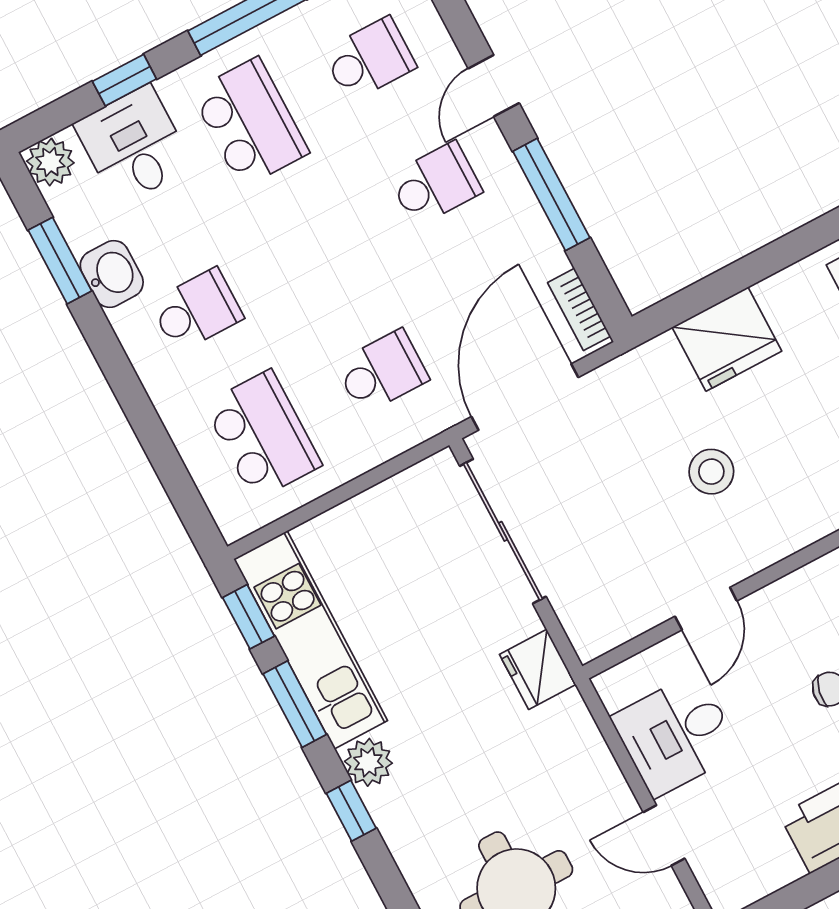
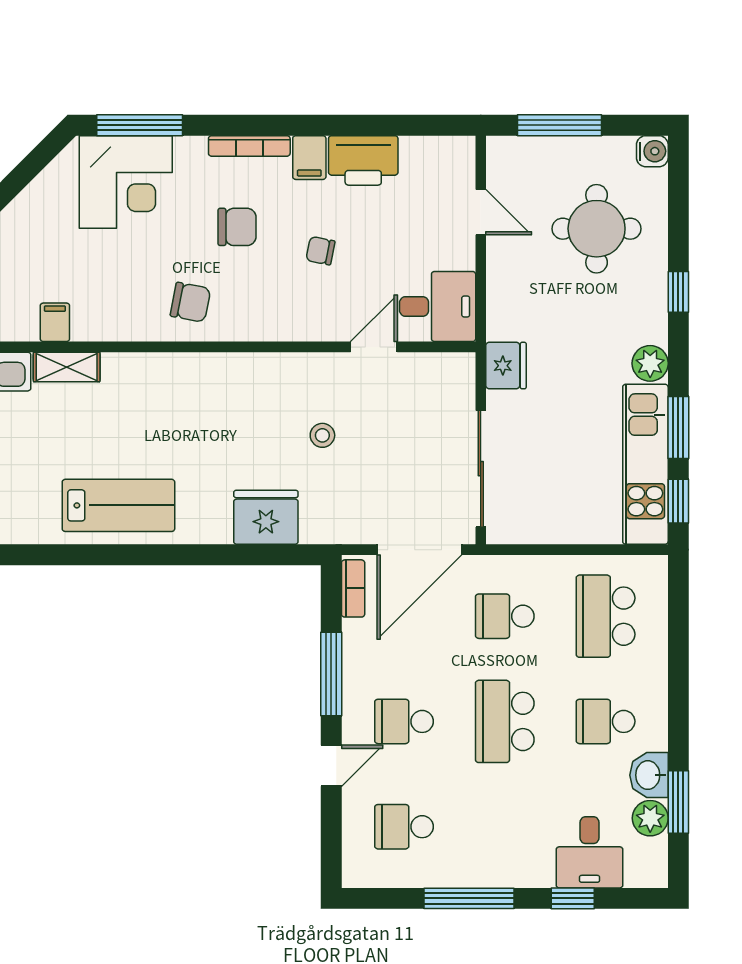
school desk: (250, 122) -> (505, 721), moved
plant: (50, 162) -> (650, 818), moved
stool: (711, 472) -> (322, 435), width x0.73, depth x0.73
desk: (676, 735) -> (438, 306), moved
window: (351, 811) -> (678, 292), moved

